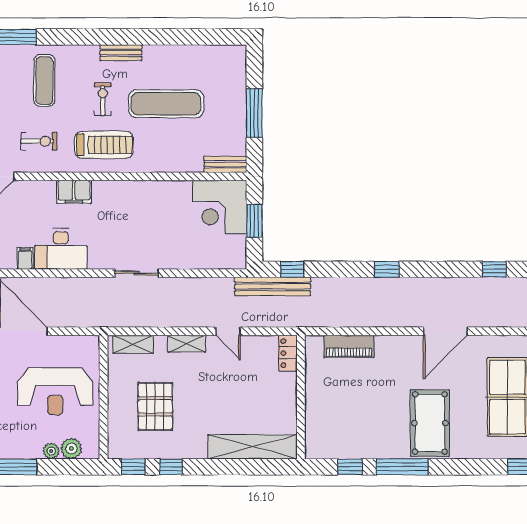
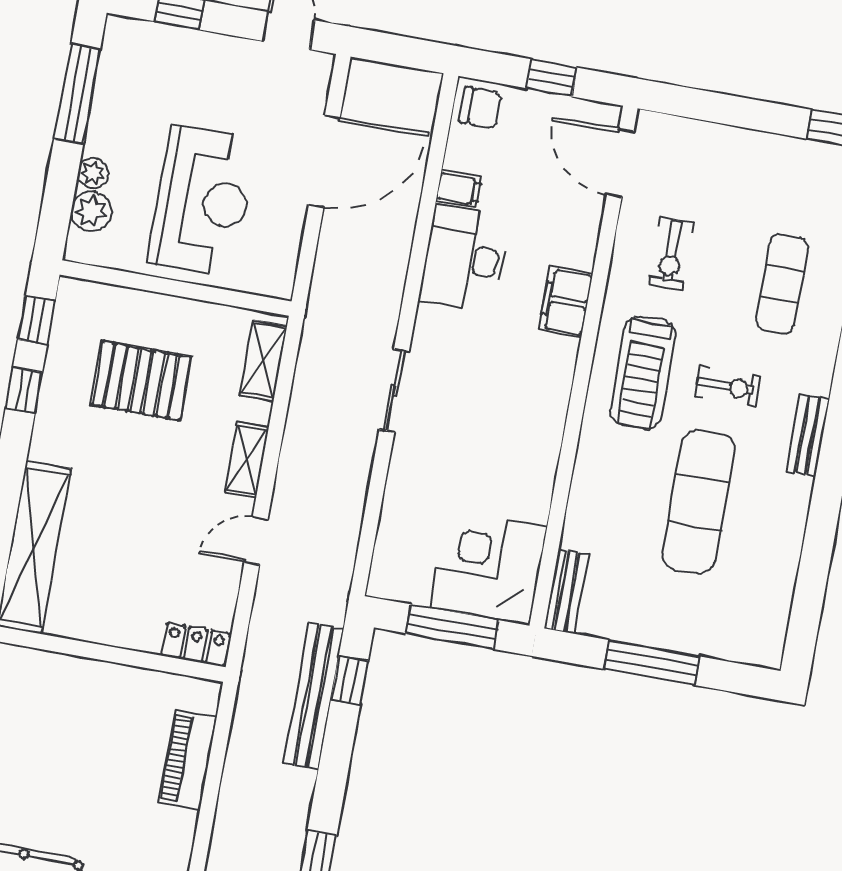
exercise mat: (44, 80) -> (782, 284), turned 90
window: (254, 221) -> (452, 627), width x1.44
bench: (273, 286) -> (314, 696), moved
reception desk: (55, 391) -> (202, 201), turned 180

